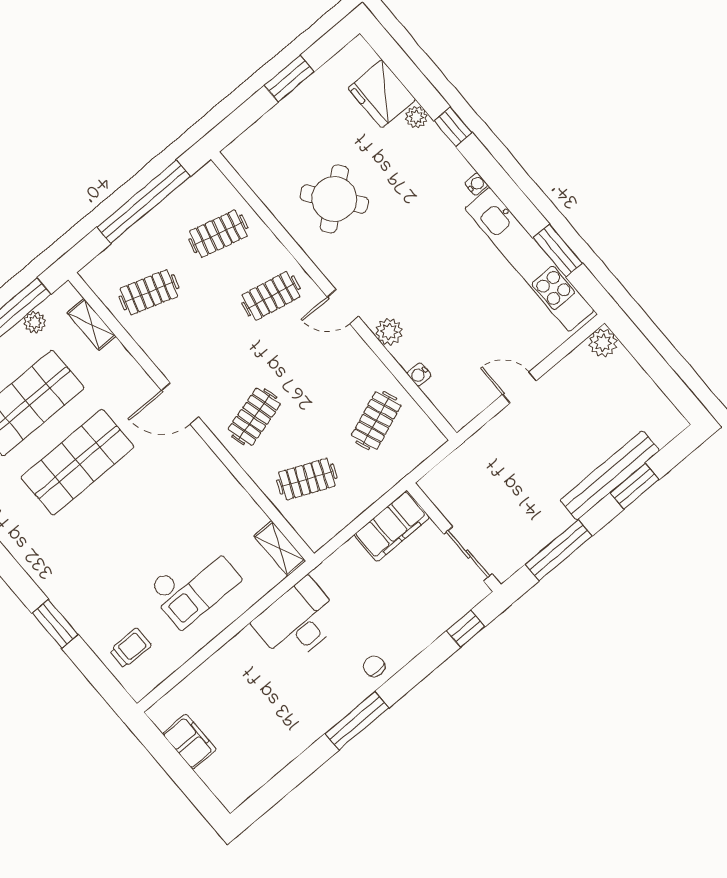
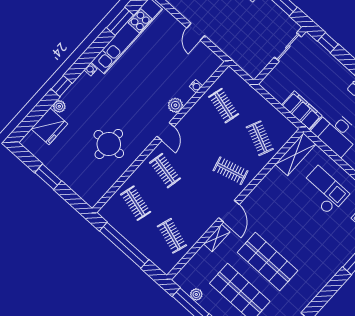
round table: (334, 199) -> (109, 144), turned 38
shelving: (92, 324) -> (217, 238), moved
clothes rail: (376, 420) -> (224, 106), turned 36
filing cabinet: (392, 526) -> (302, 110), moved
shelving: (280, 548) -> (295, 154), width x1.50, depth x1.33

